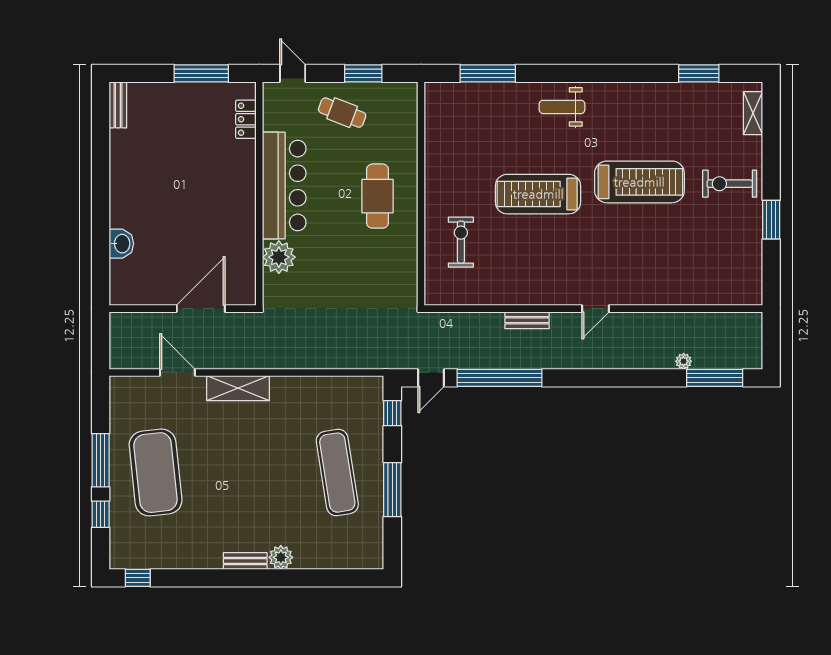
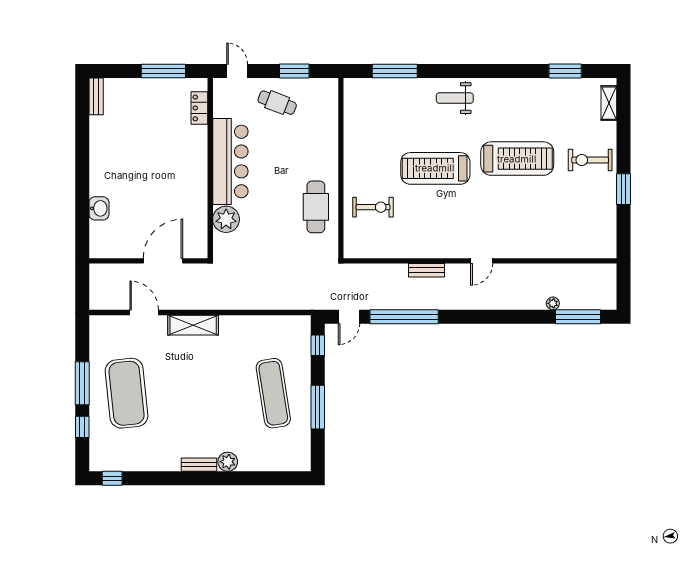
cafe table: (378, 196) -> (316, 207), moved
exercise bike: (461, 242) -> (373, 207), turned 90

